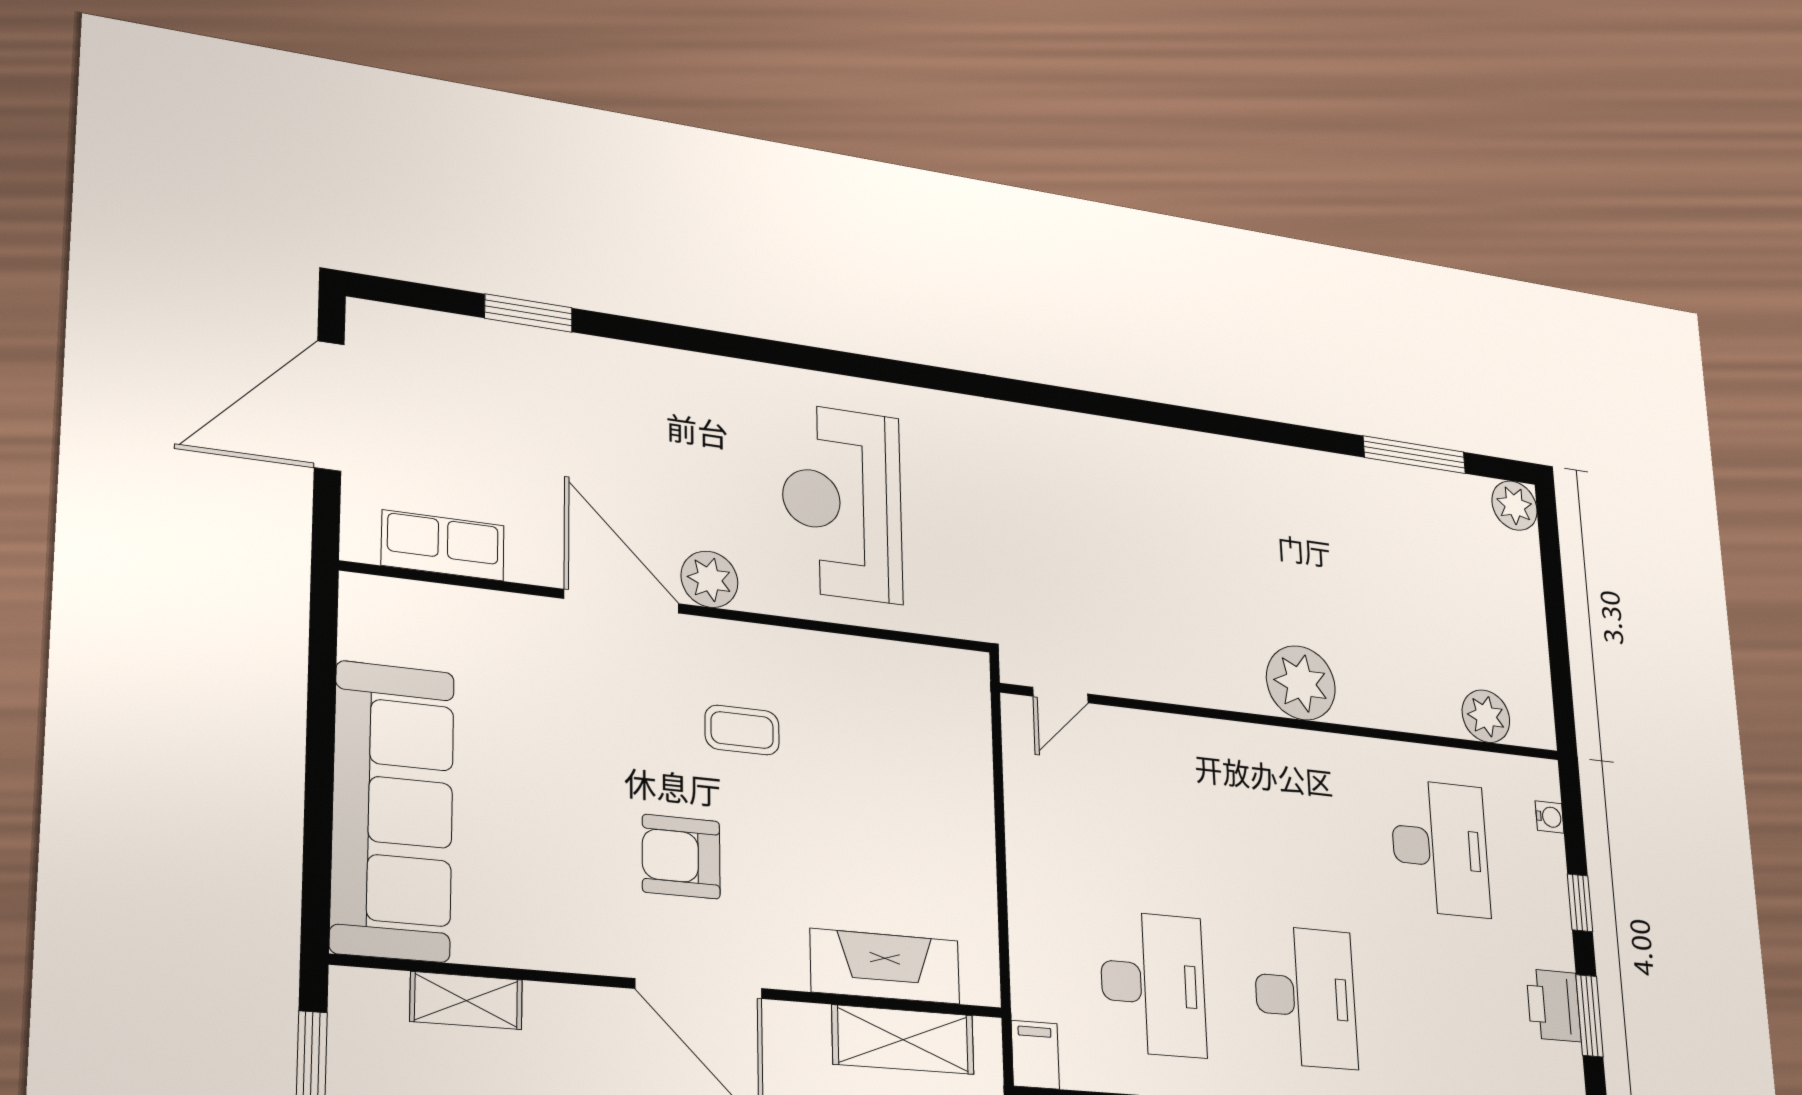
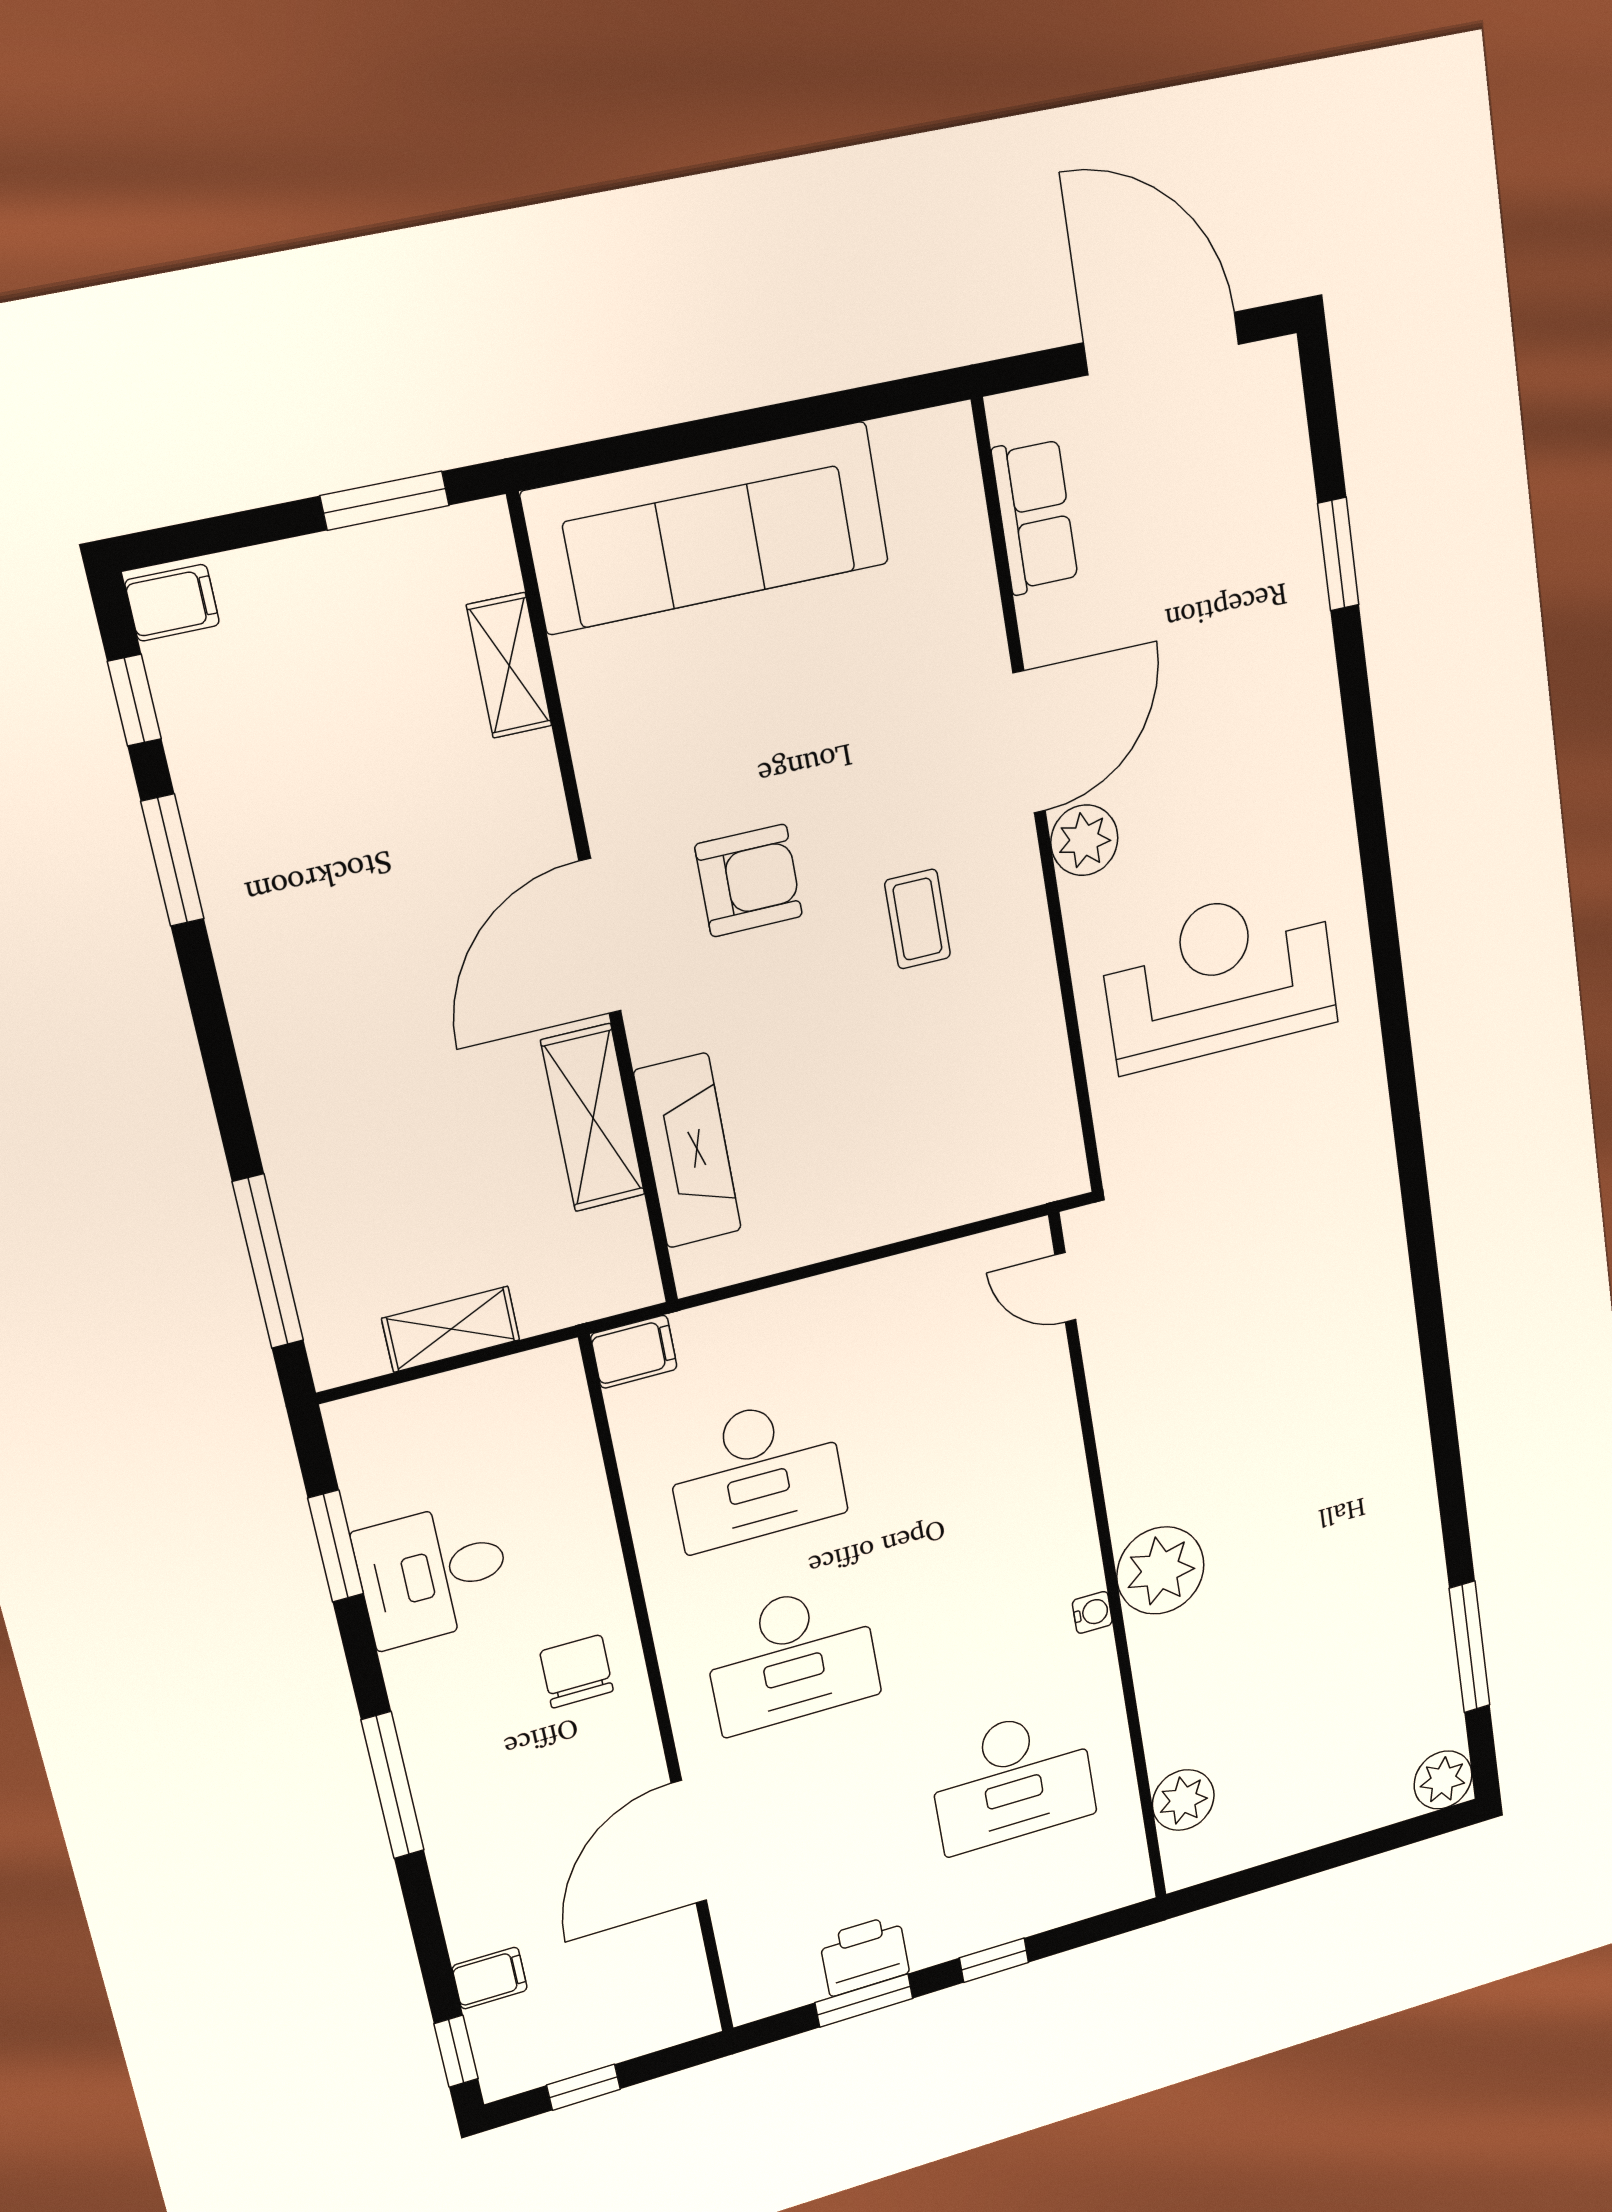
water cooler: (1550, 817) -> (1092, 1612), moved, turned -90
armchair: (681, 857) -> (749, 881), turned 90
shelving: (903, 1040) -> (593, 1118), moved

